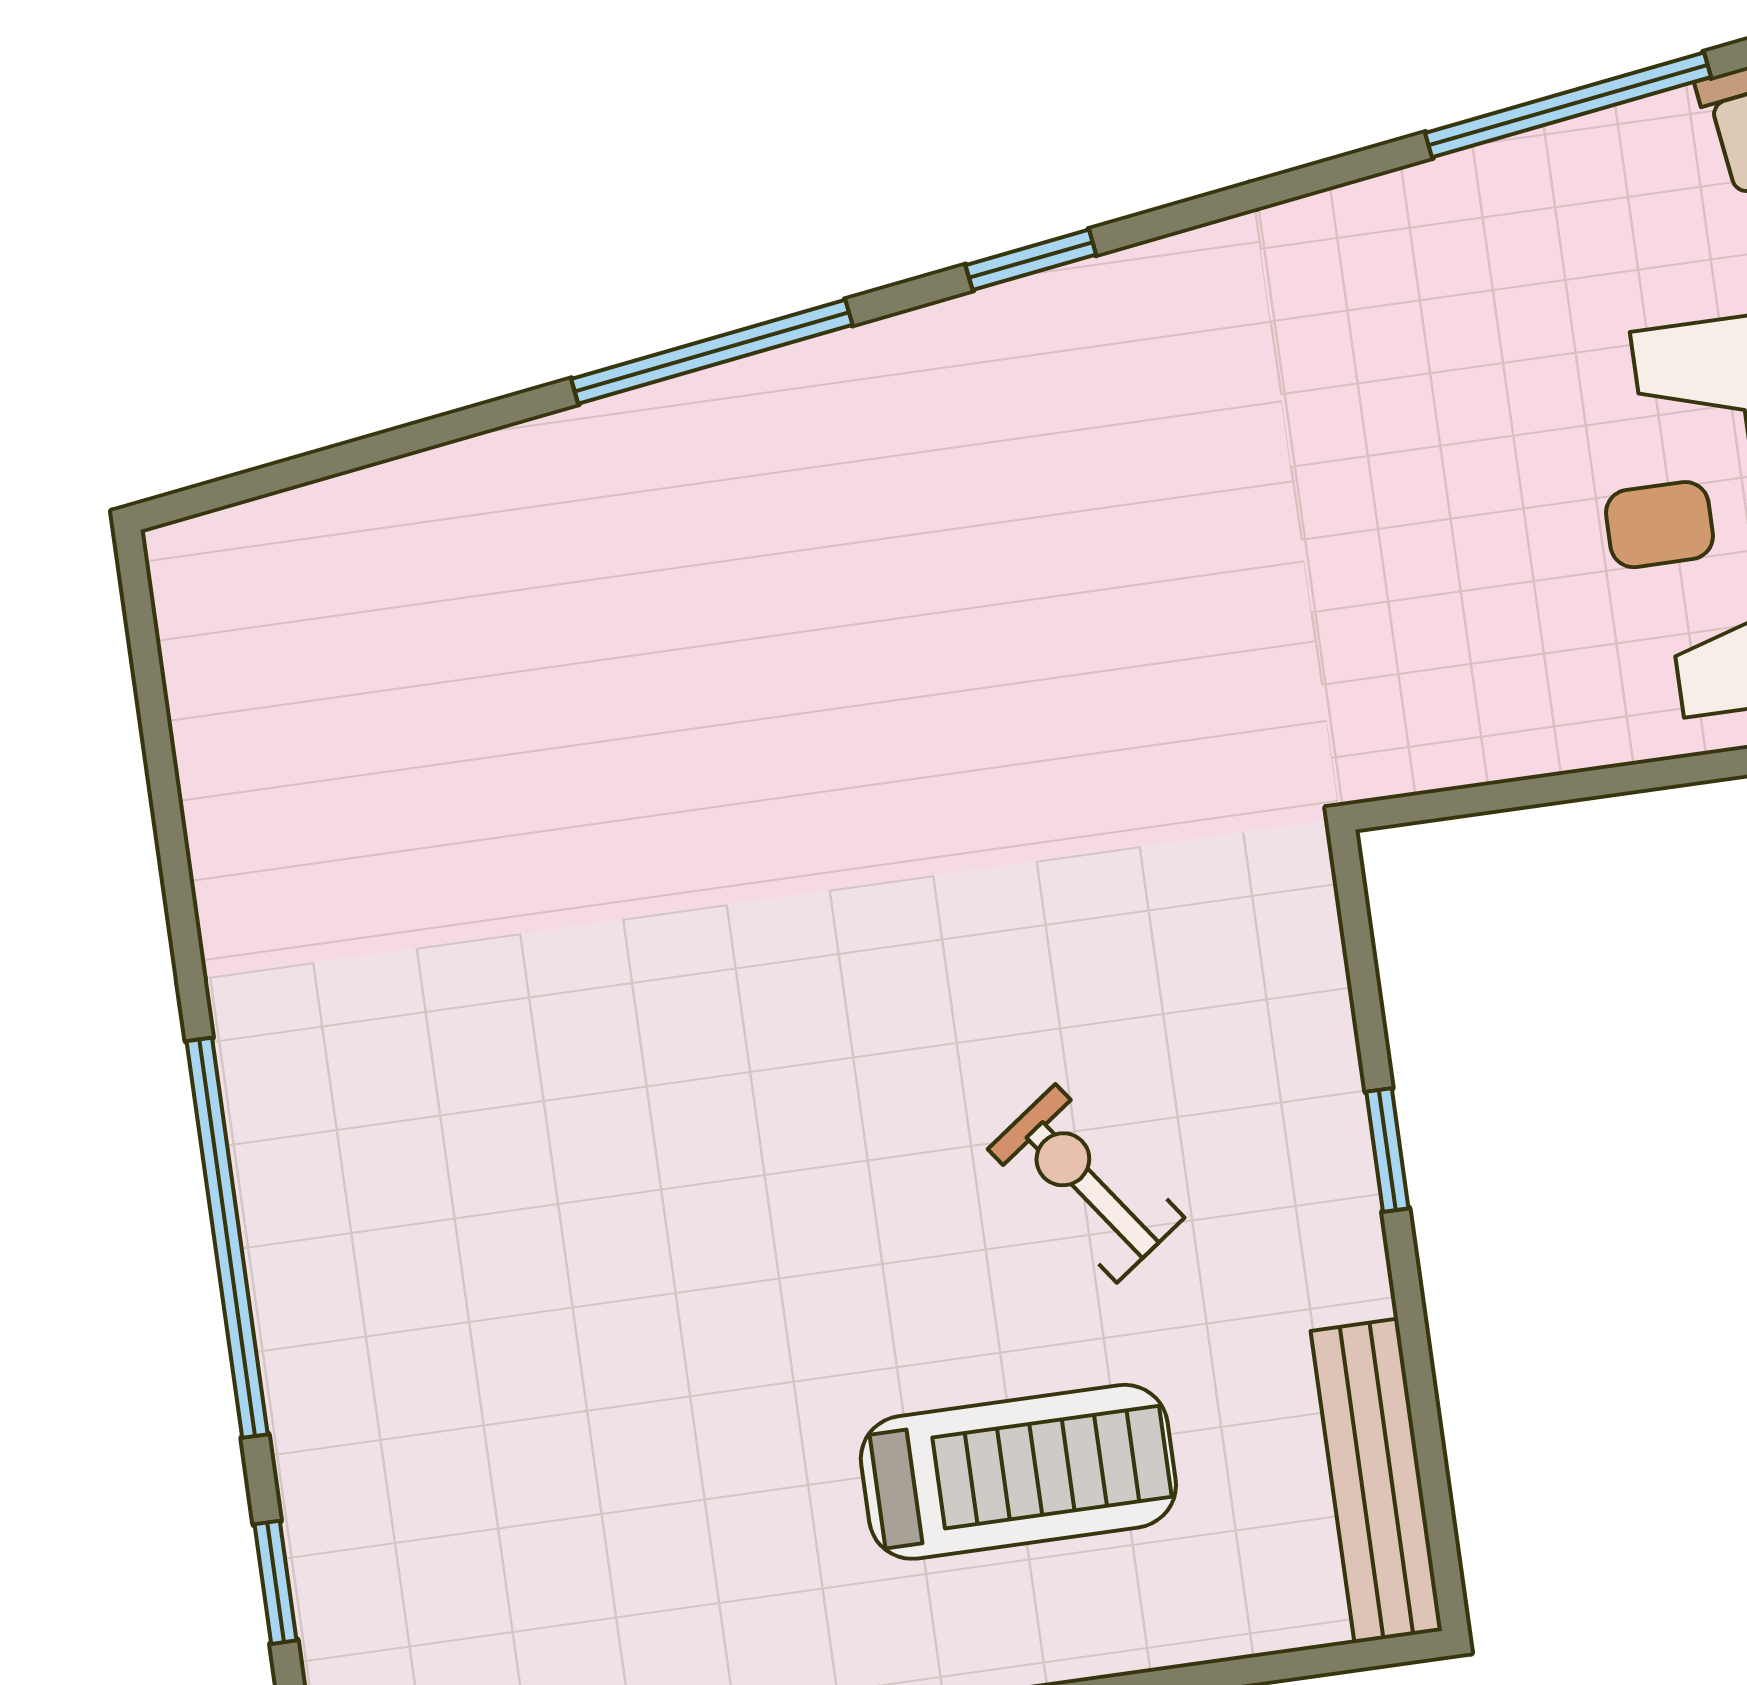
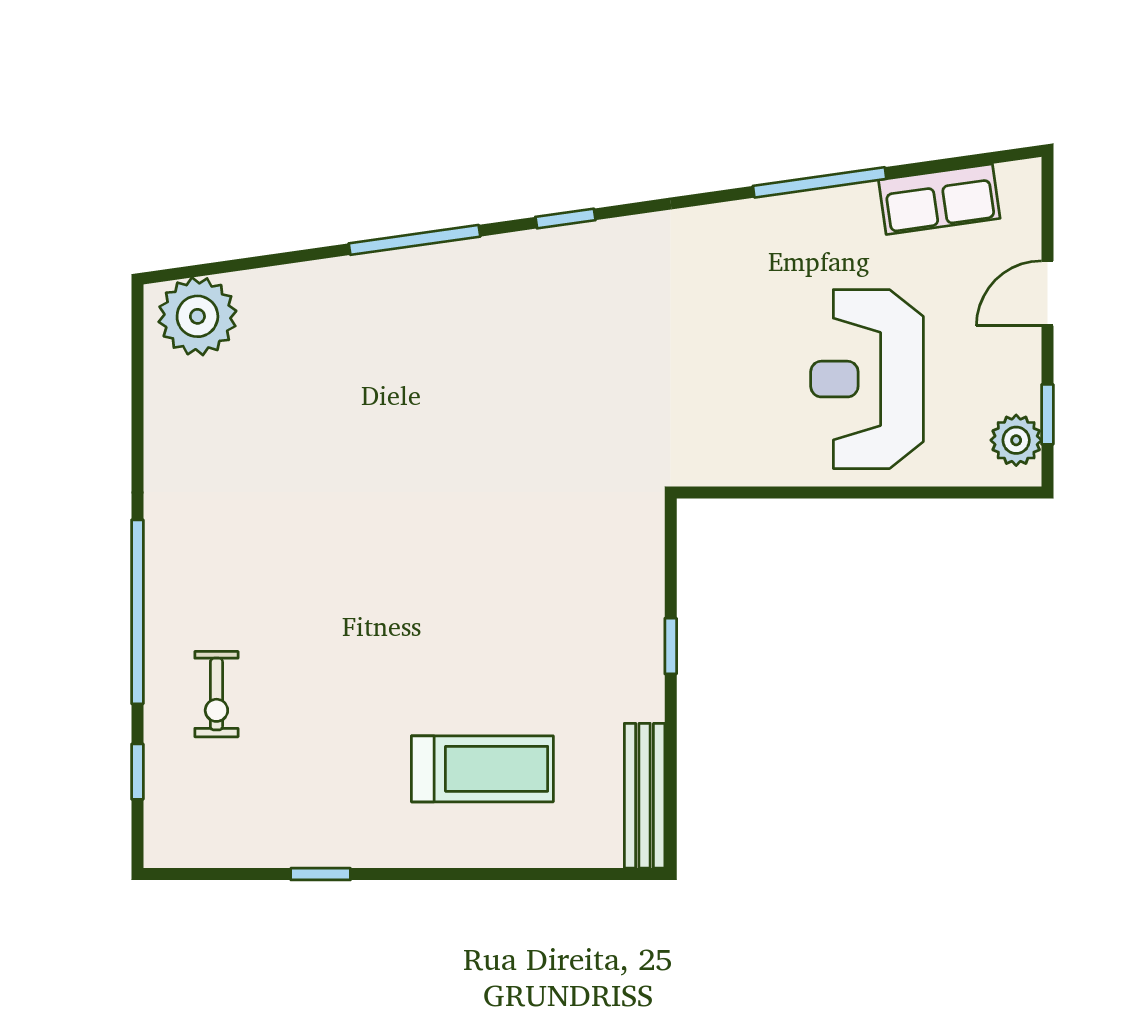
plant: (267, 582) -> (197, 316), added
exercise bike: (1086, 1183) -> (216, 694), moved, turned -144

